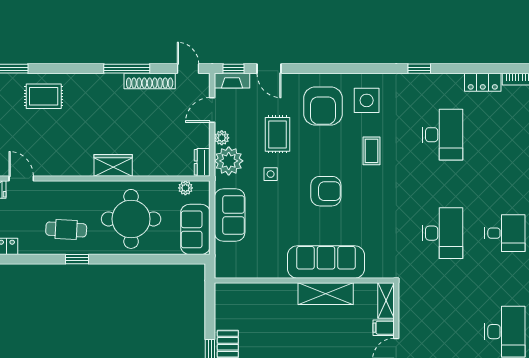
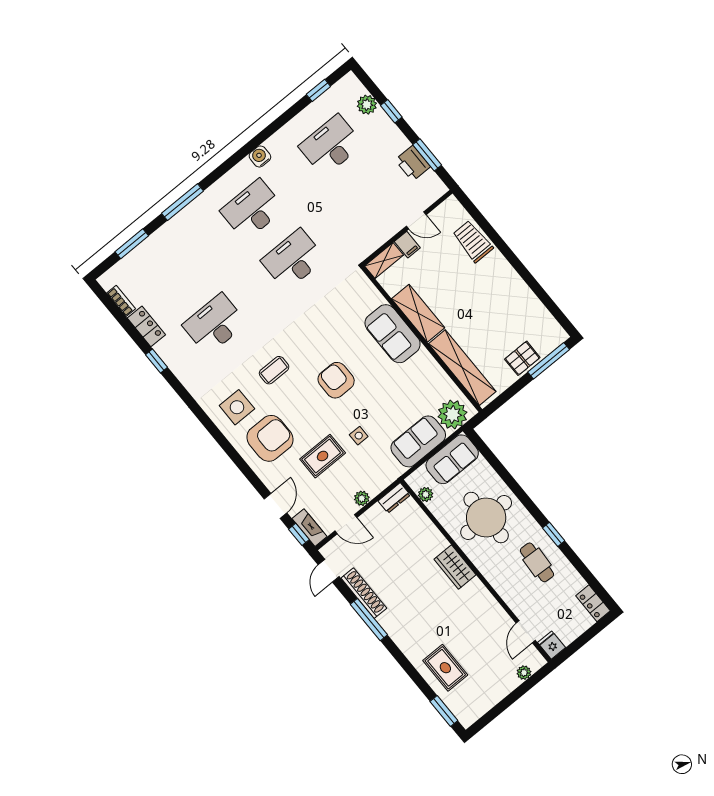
window: (419, 69) -> (157, 361), moved
plant: (229, 161) -> (452, 415), moved
desk: (505, 233) -> (252, 210), width x1.37
sofa: (326, 262) -> (393, 334), width x0.73
shelving: (258, 293) -> (462, 368), added

